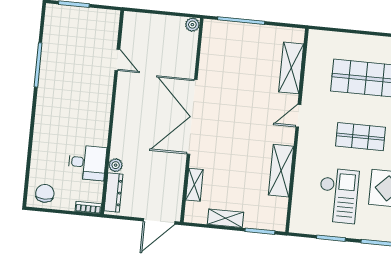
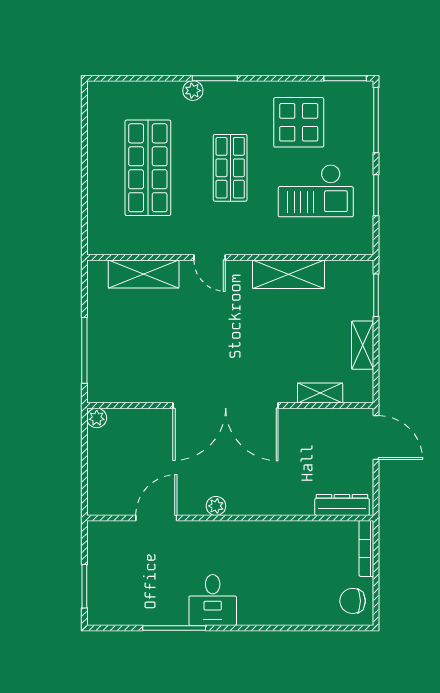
door: (117, 60) -> (156, 518), width x1.38
desk: (87, 163) -> (213, 600), moved, turned 180
plant: (116, 165) -> (216, 506), moved
checkout: (338, 196) -> (316, 191), turned 180
bookcase: (88, 207) -> (366, 548), width x1.56

